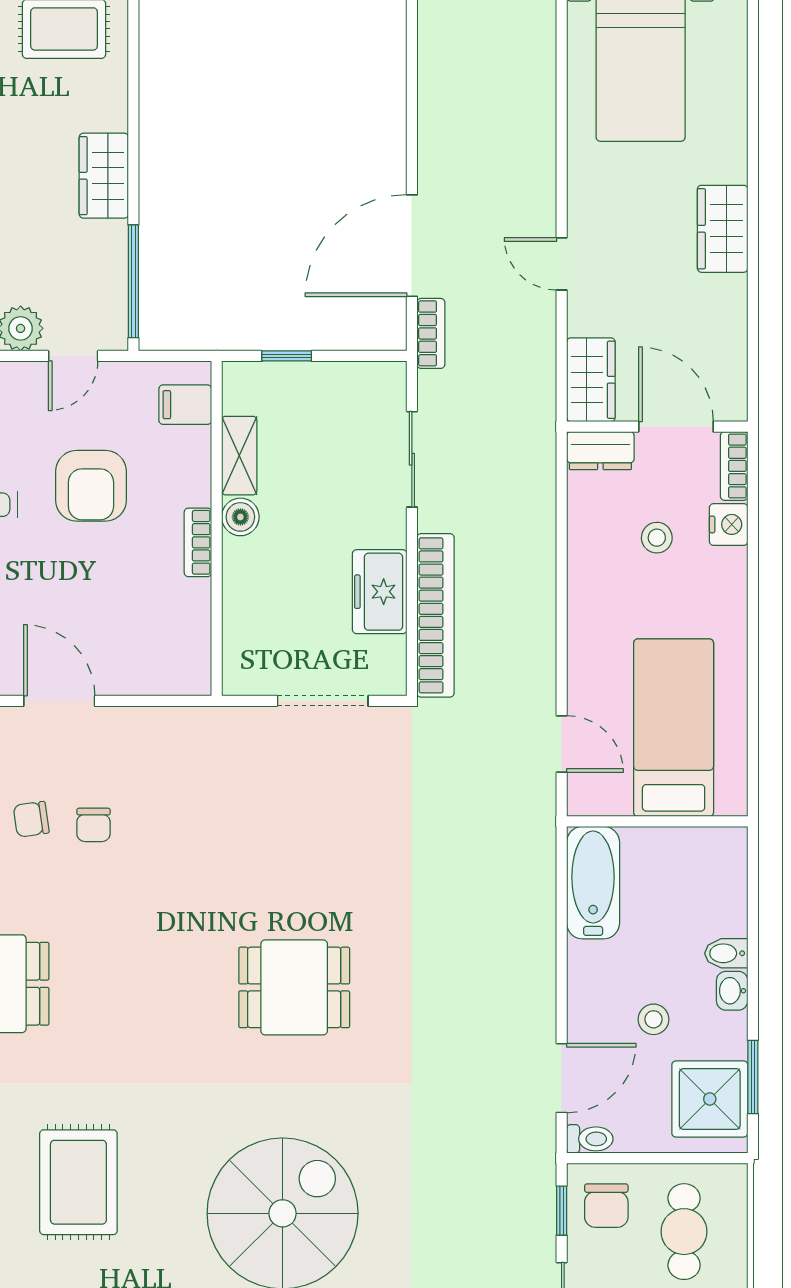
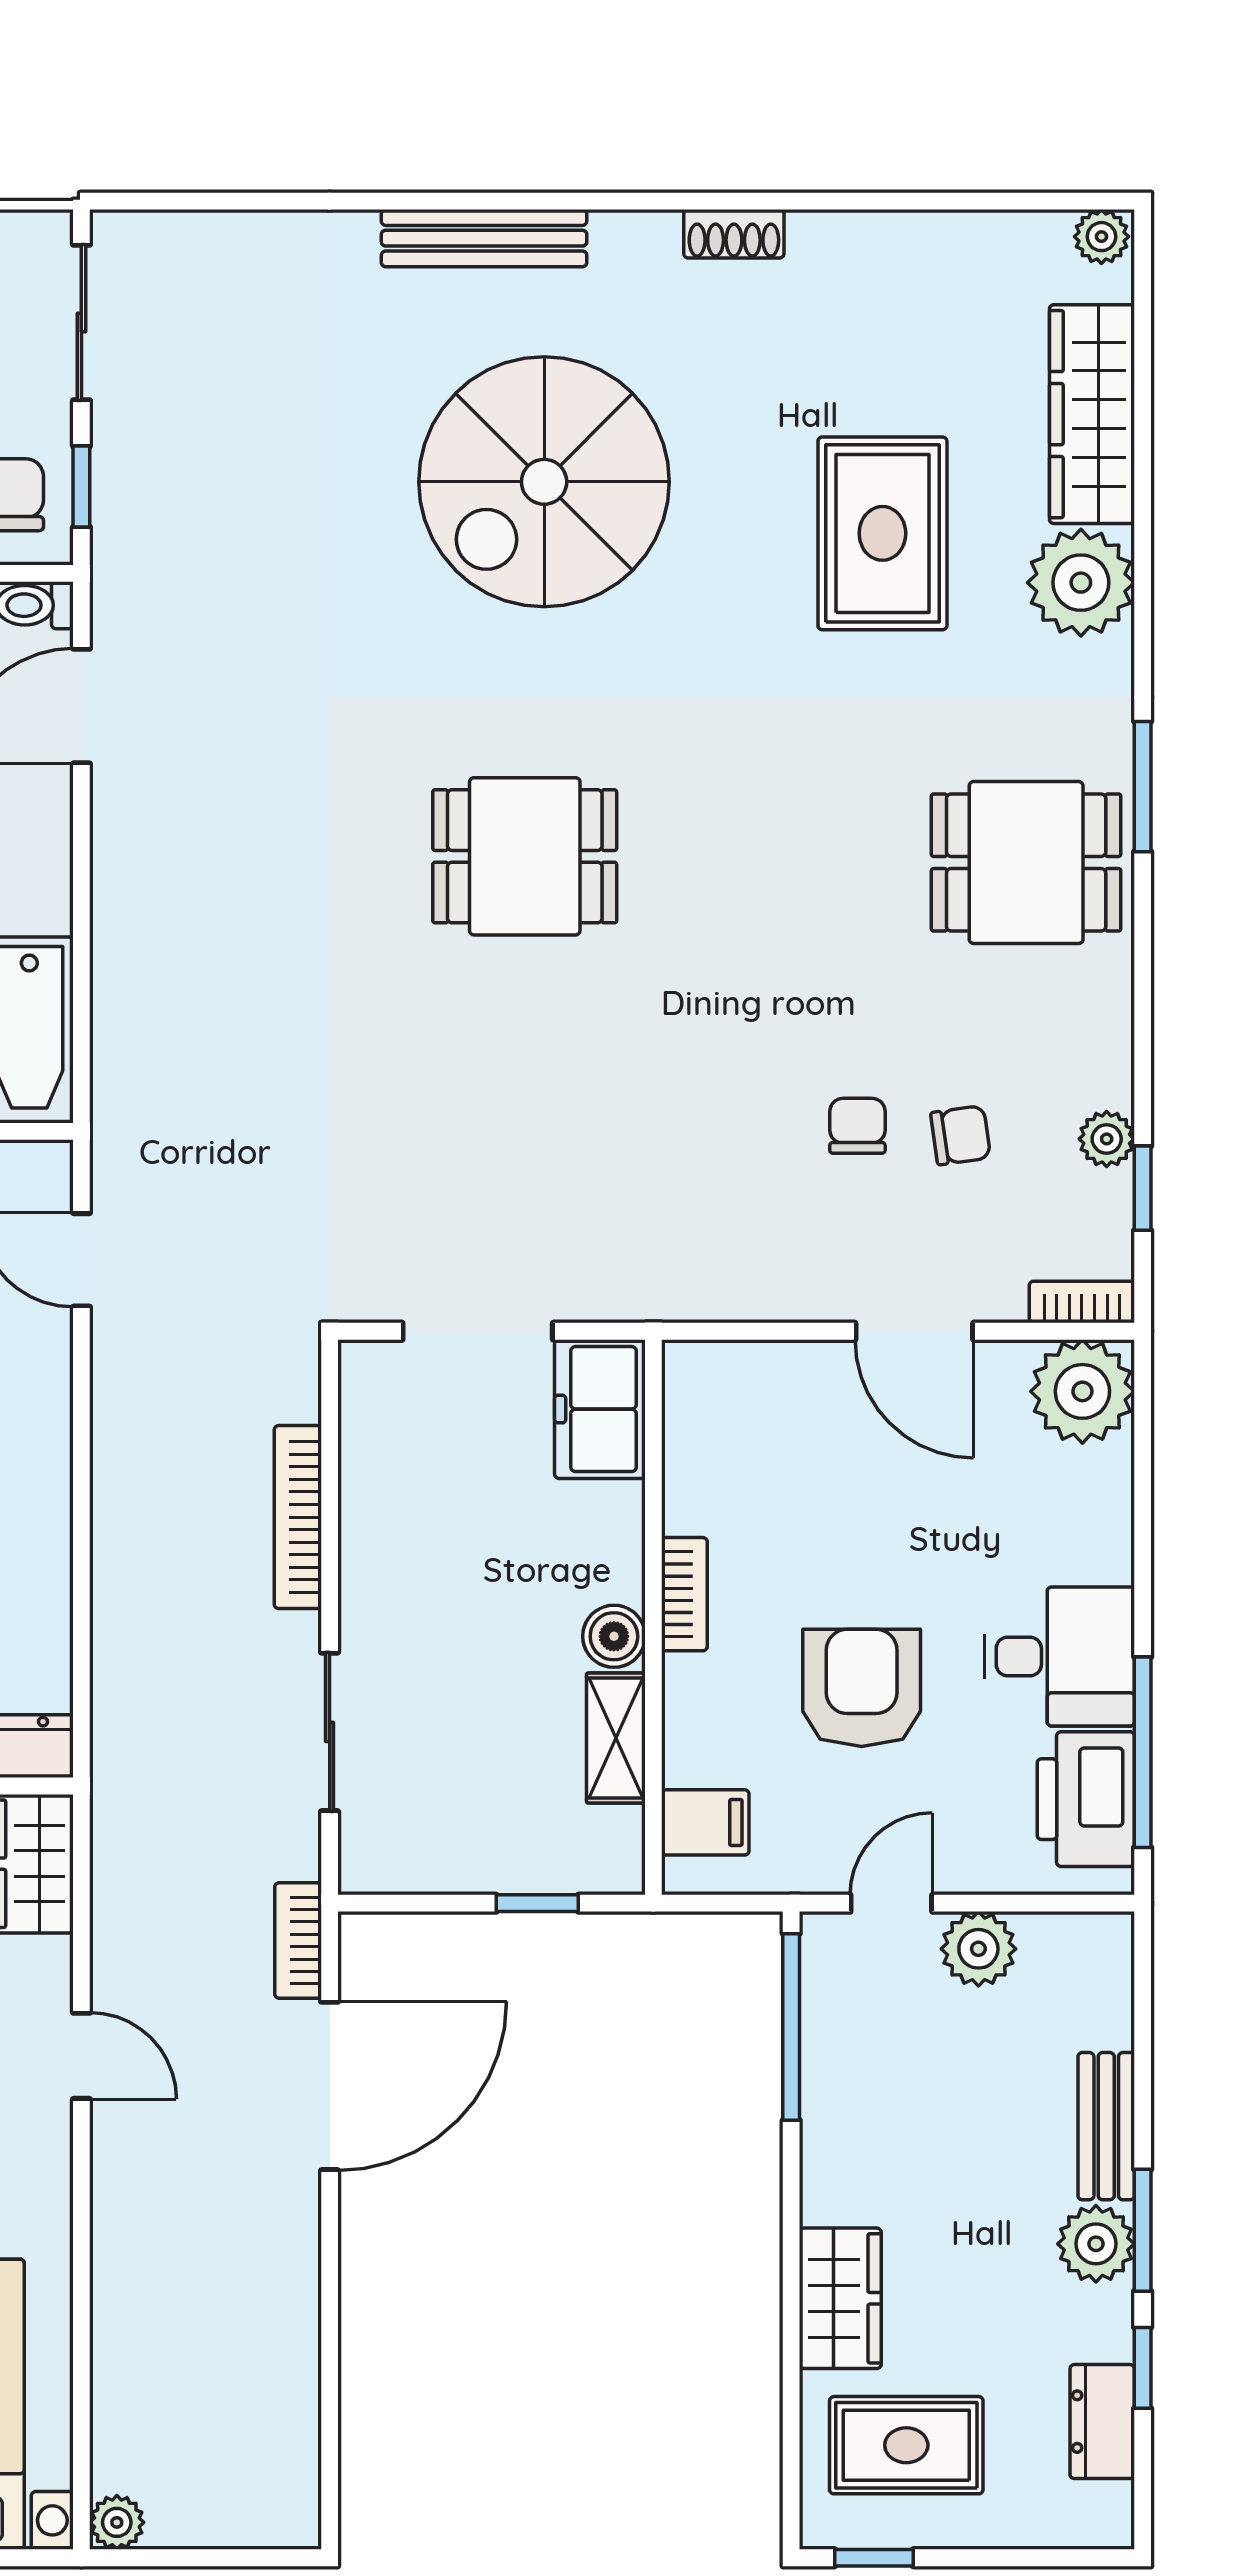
wardrobe: (104, 176) -> (840, 2298), moved
freezer: (380, 592) -> (600, 1409), moved, turned 180
bookcase: (435, 615) -> (298, 1517), width x0.68, depth x0.76

